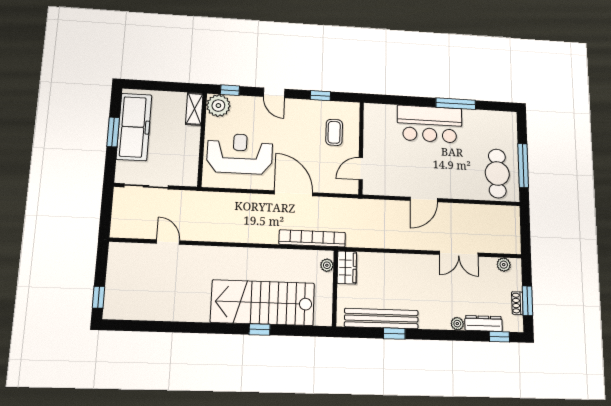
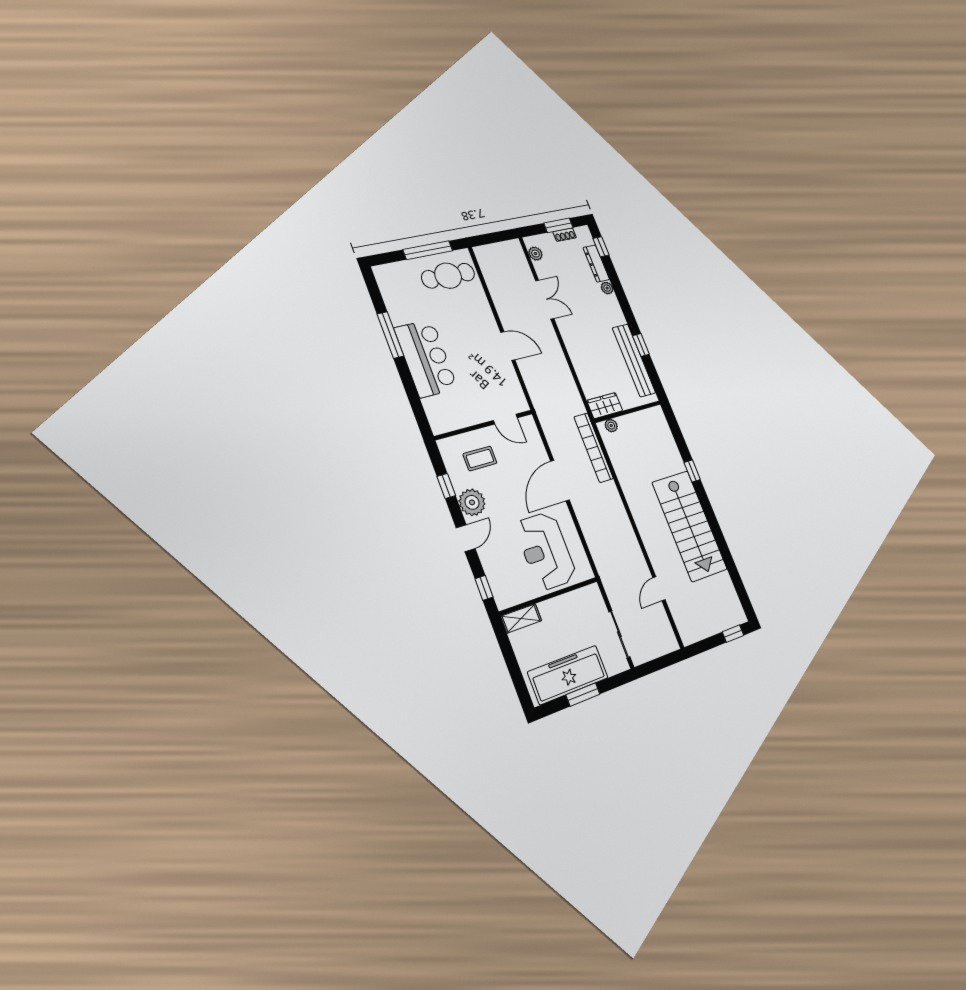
plant: (218, 106) -> (472, 502), moved
stairs: (263, 303) -> (690, 526), moved

